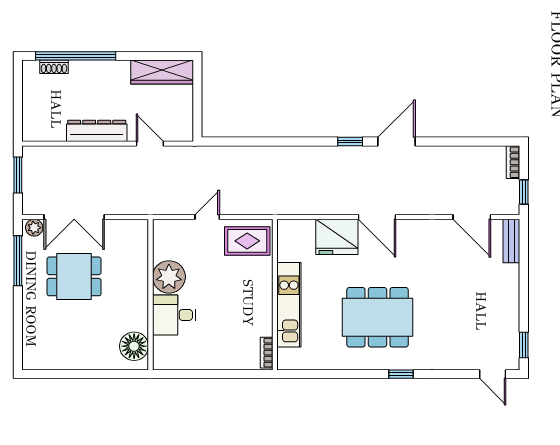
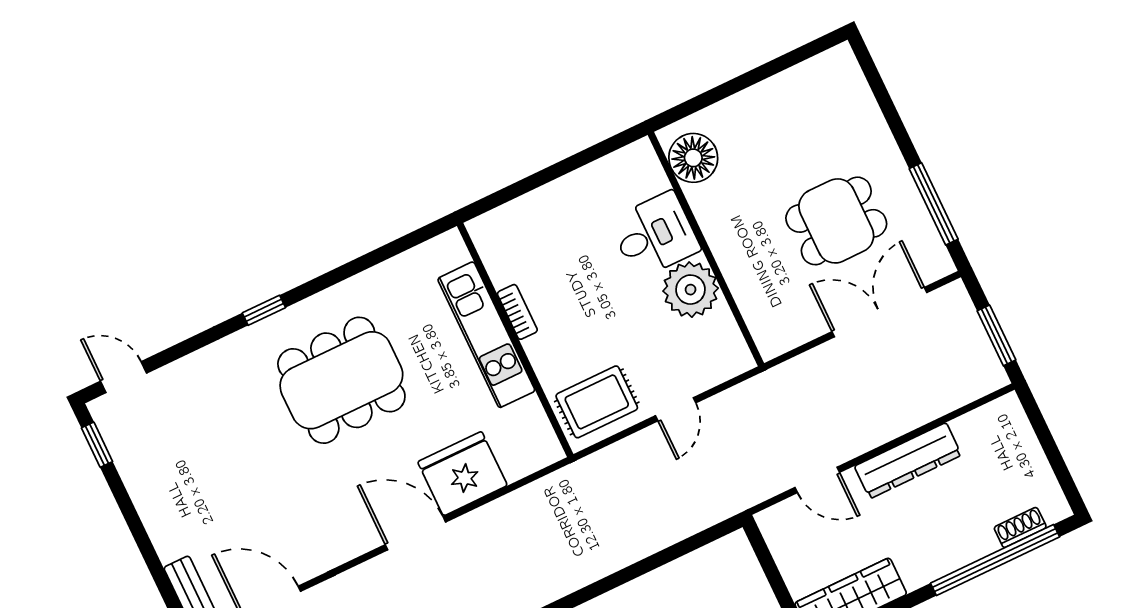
plant: (34, 228) -> (933, 267), removed
bookcase: (267, 353) -> (517, 312), moved

